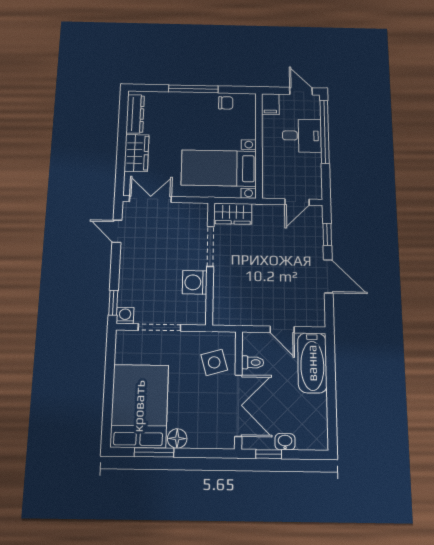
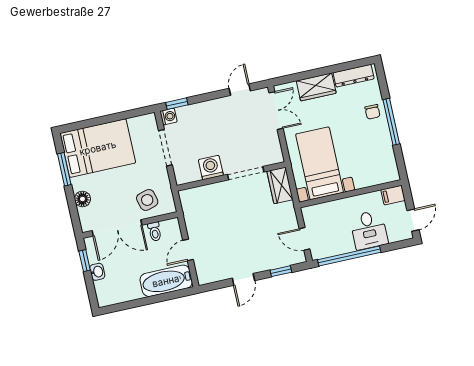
chair: (226, 103) -> (372, 112), moved
window: (325, 132) -> (349, 256), moved
door: (328, 276) -> (243, 279), width x0.73
floor lamp: (177, 438) -> (82, 199), moved

